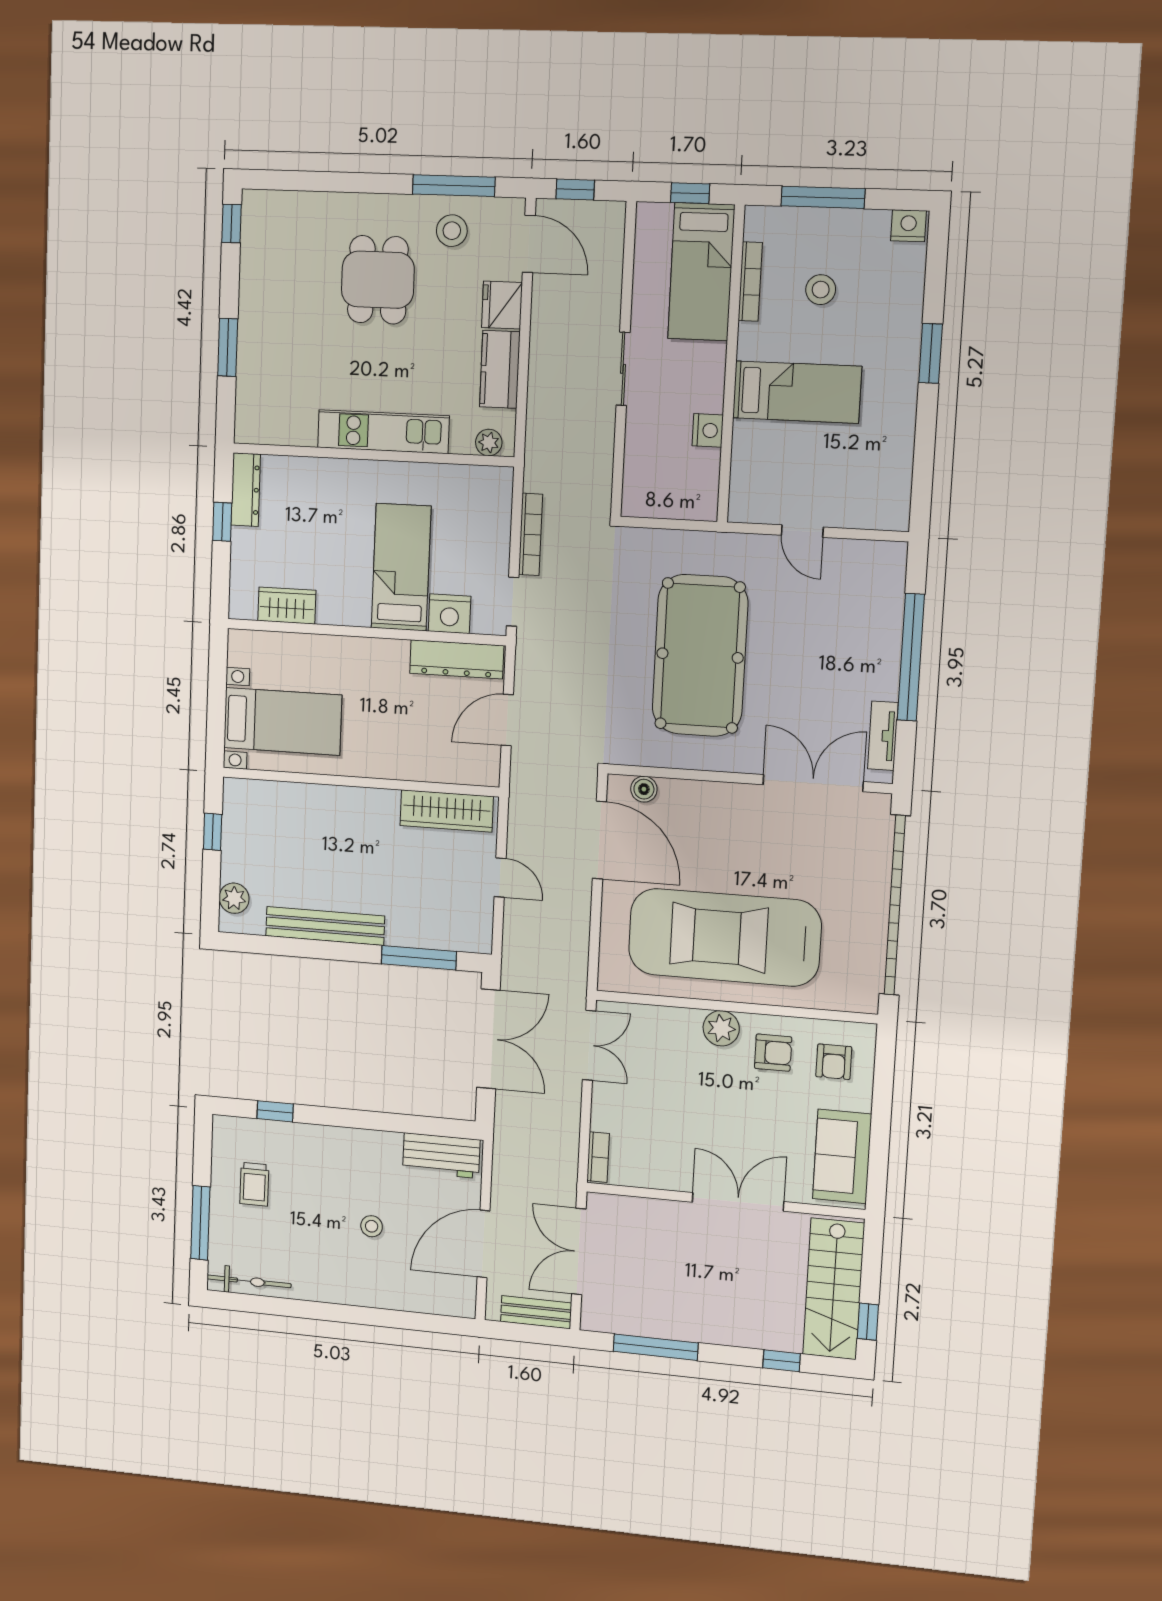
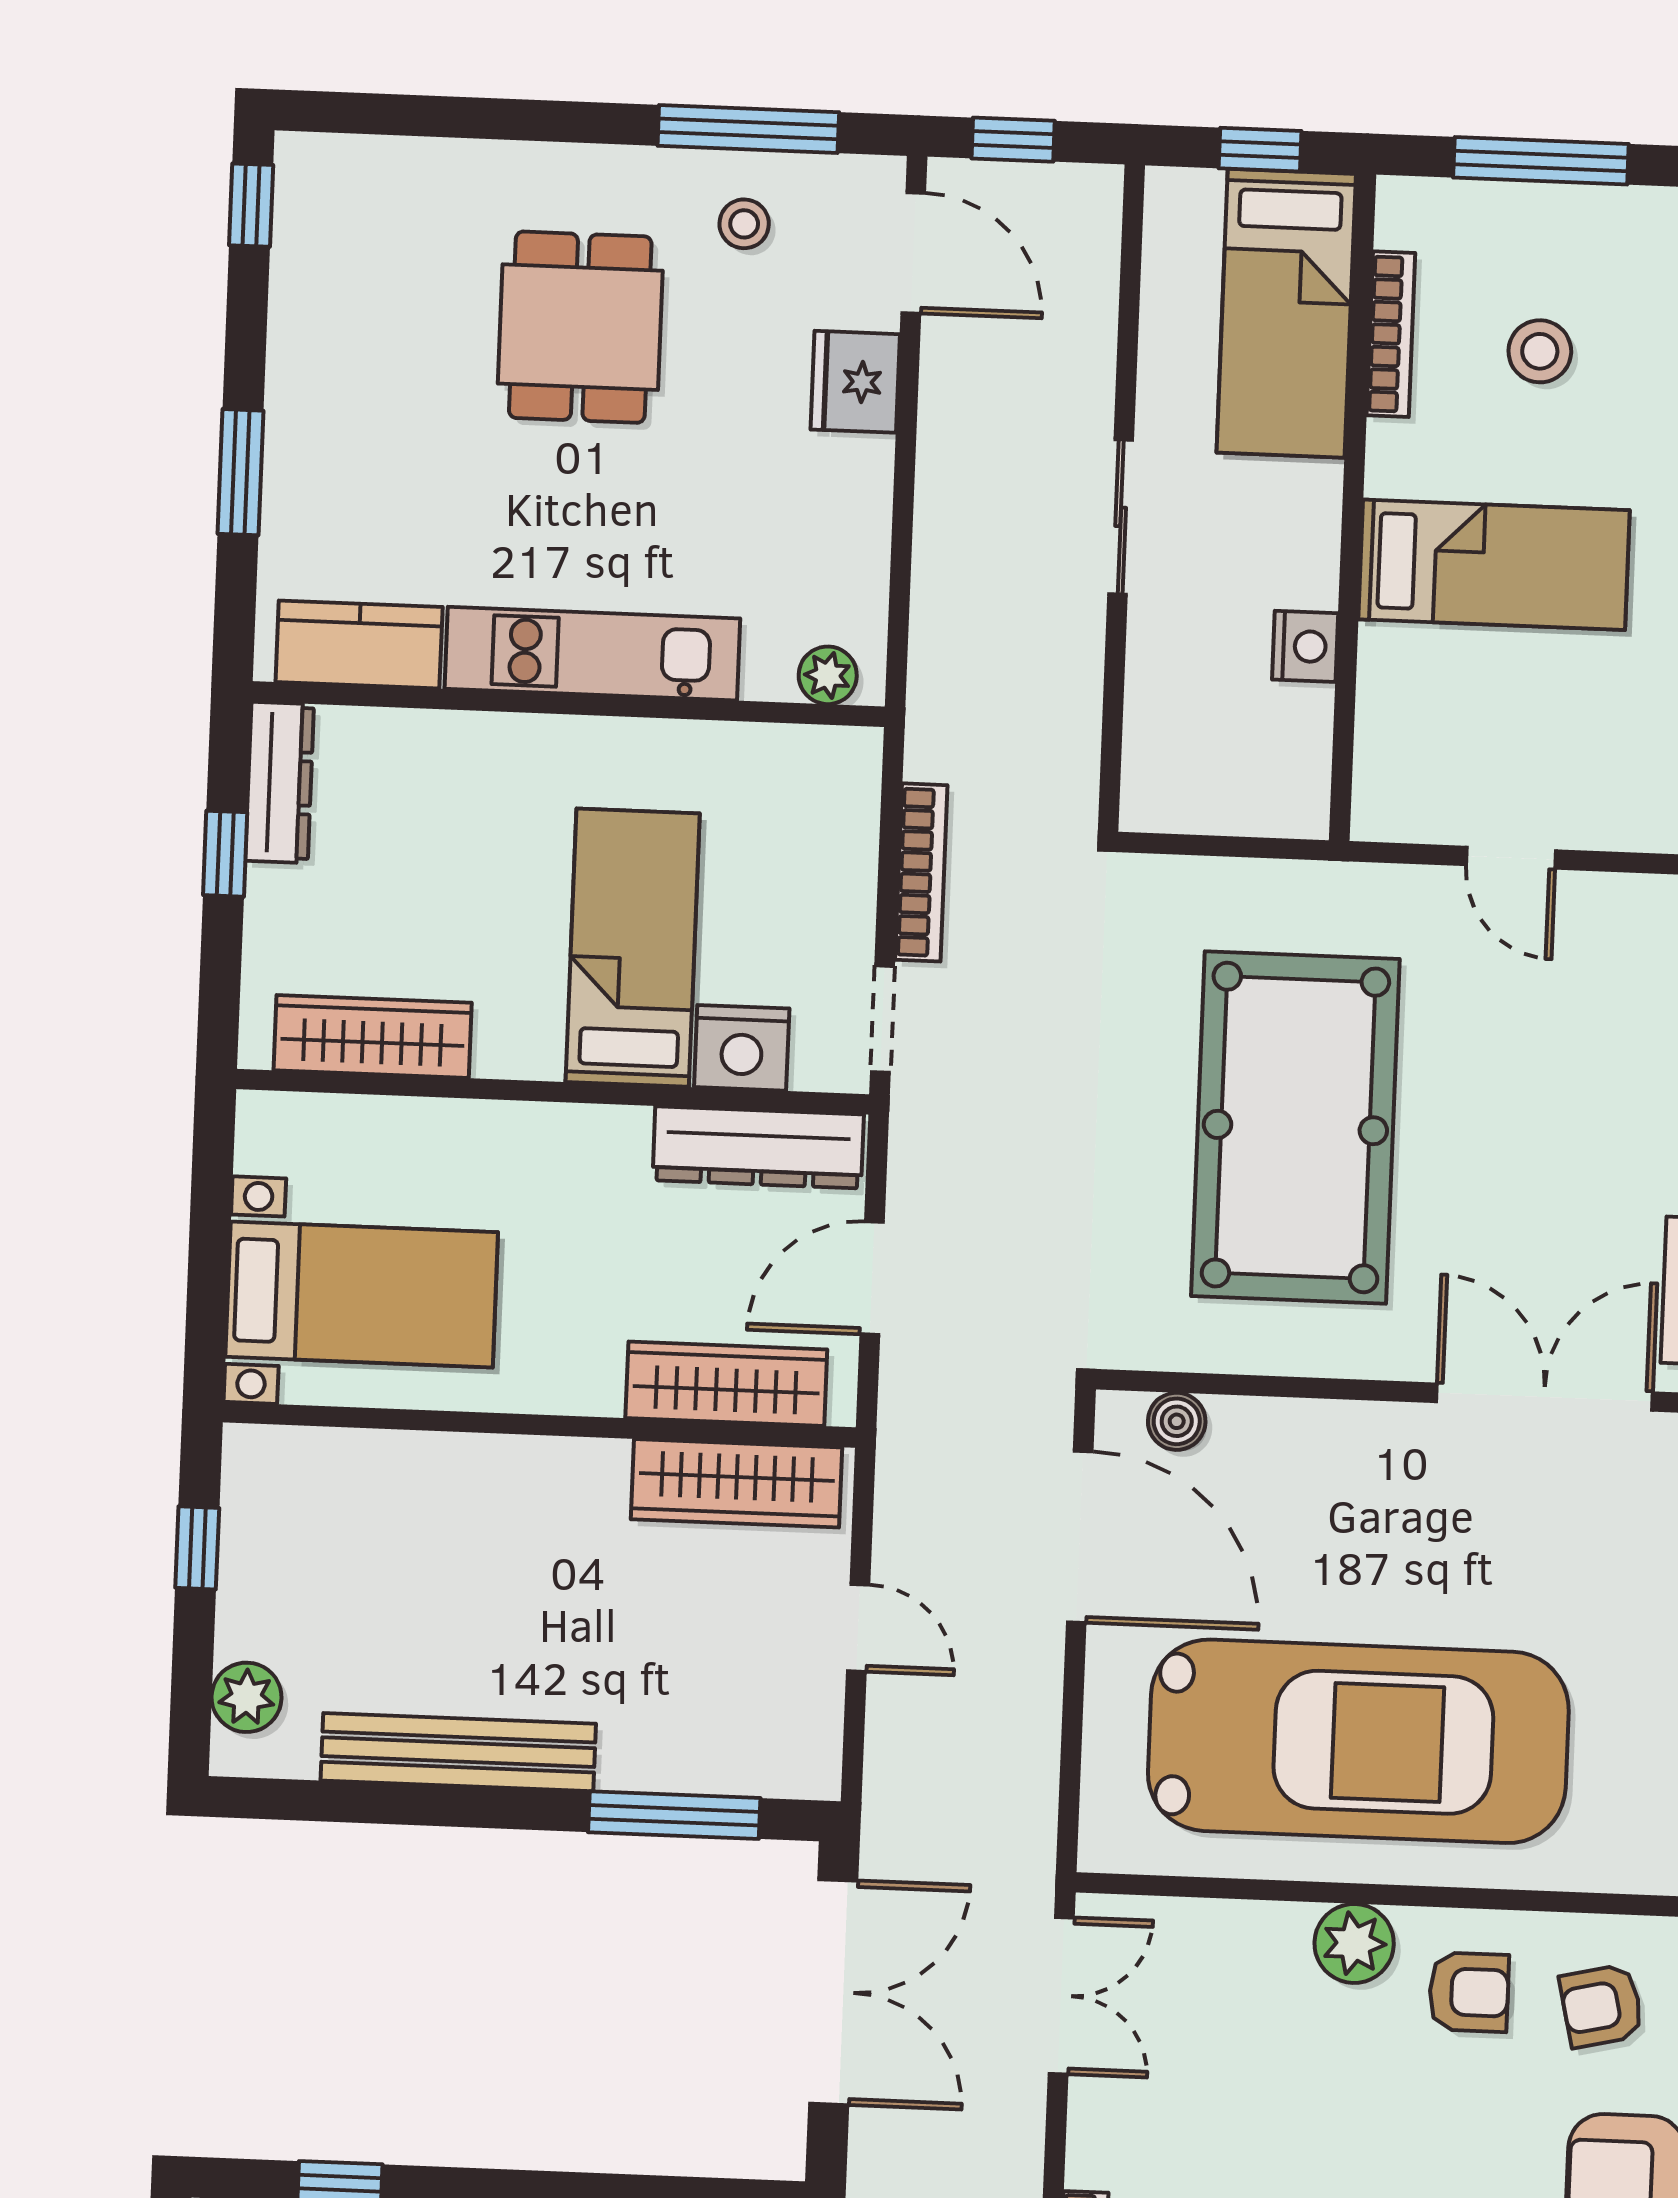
stool: (452, 231) -> (744, 224), width x0.73, depth x0.73
kitchen counter: (500, 369) -> (359, 645), moved, turned 90
wardrobe: (287, 606) -> (373, 1036), width x1.50
wardrobe: (442, 766) -> (726, 1384), added
car: (725, 937) -> (1358, 1741), turned 180
armchair: (834, 1062) -> (1602, 2006), turned 77

